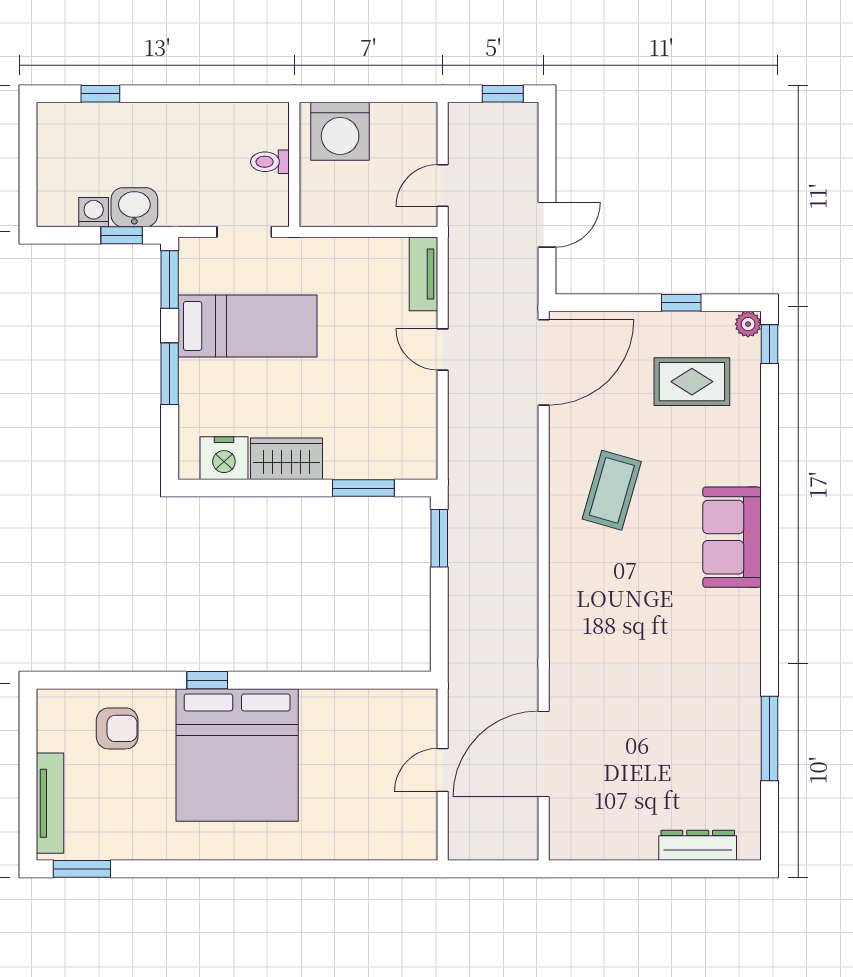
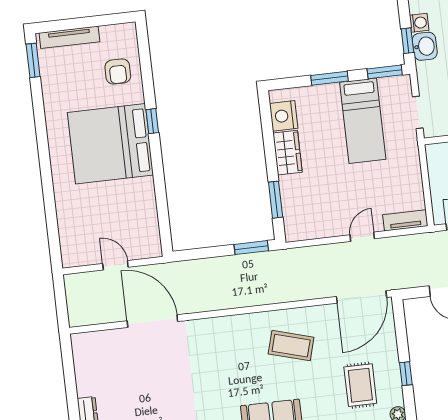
door: (544, 362) -> (362, 297), hinge flipped
door: (544, 754) -> (152, 321), moved

